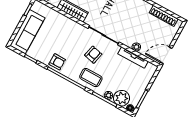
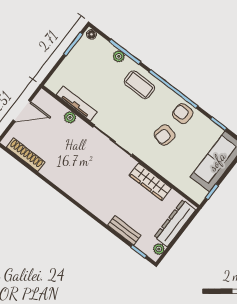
armchair: (93, 55) -> (165, 135), moved
door: (166, 55) -> (22, 111), moved
plant: (122, 98) -> (101, 50), removed

